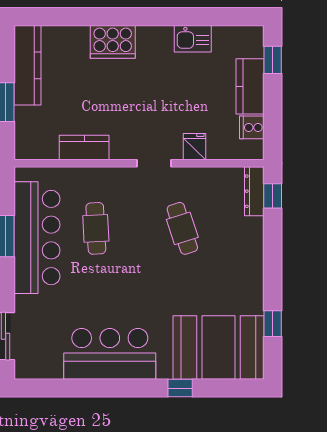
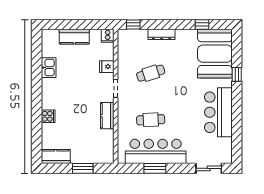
cooker: (113, 42) -> (48, 116), width x0.53, depth x0.76
window: (273, 60) -> (60, 25), removed
kitchen counter: (27, 65) -> (56, 157), width x0.67
cooker: (252, 127) -> (108, 36), moved
kitchen counter: (84, 148) -> (107, 116), moved
dresser: (254, 191) -> (162, 34), moved

